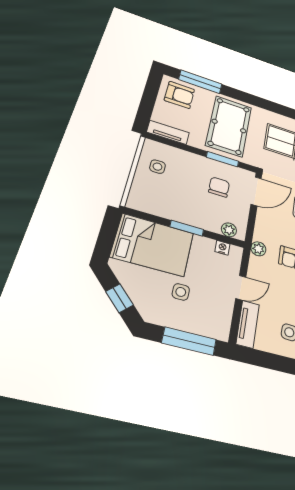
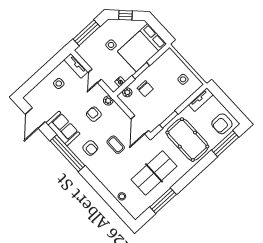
chair: (219, 187) -> (145, 89), moved

